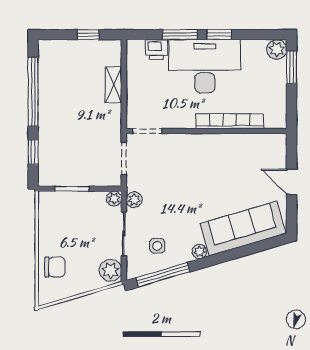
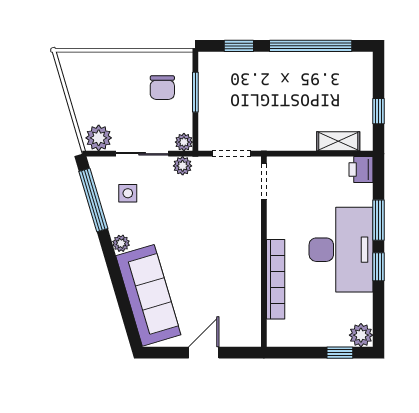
printer: (156, 49) -> (361, 169), moved
window: (292, 67) -> (340, 353), width x0.67
shelving: (114, 85) -> (338, 141), moved
chair: (55, 267) -> (162, 88), moved

